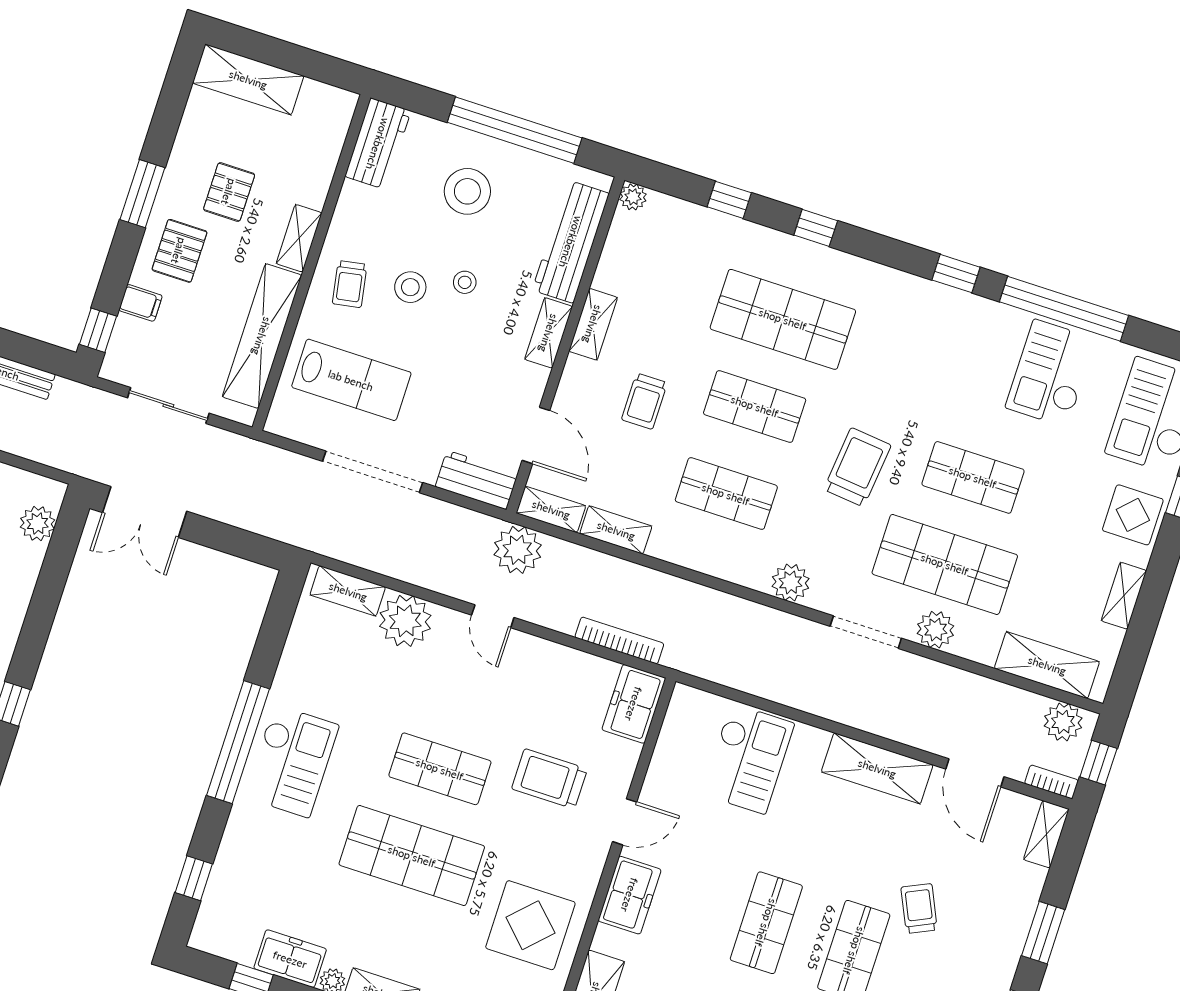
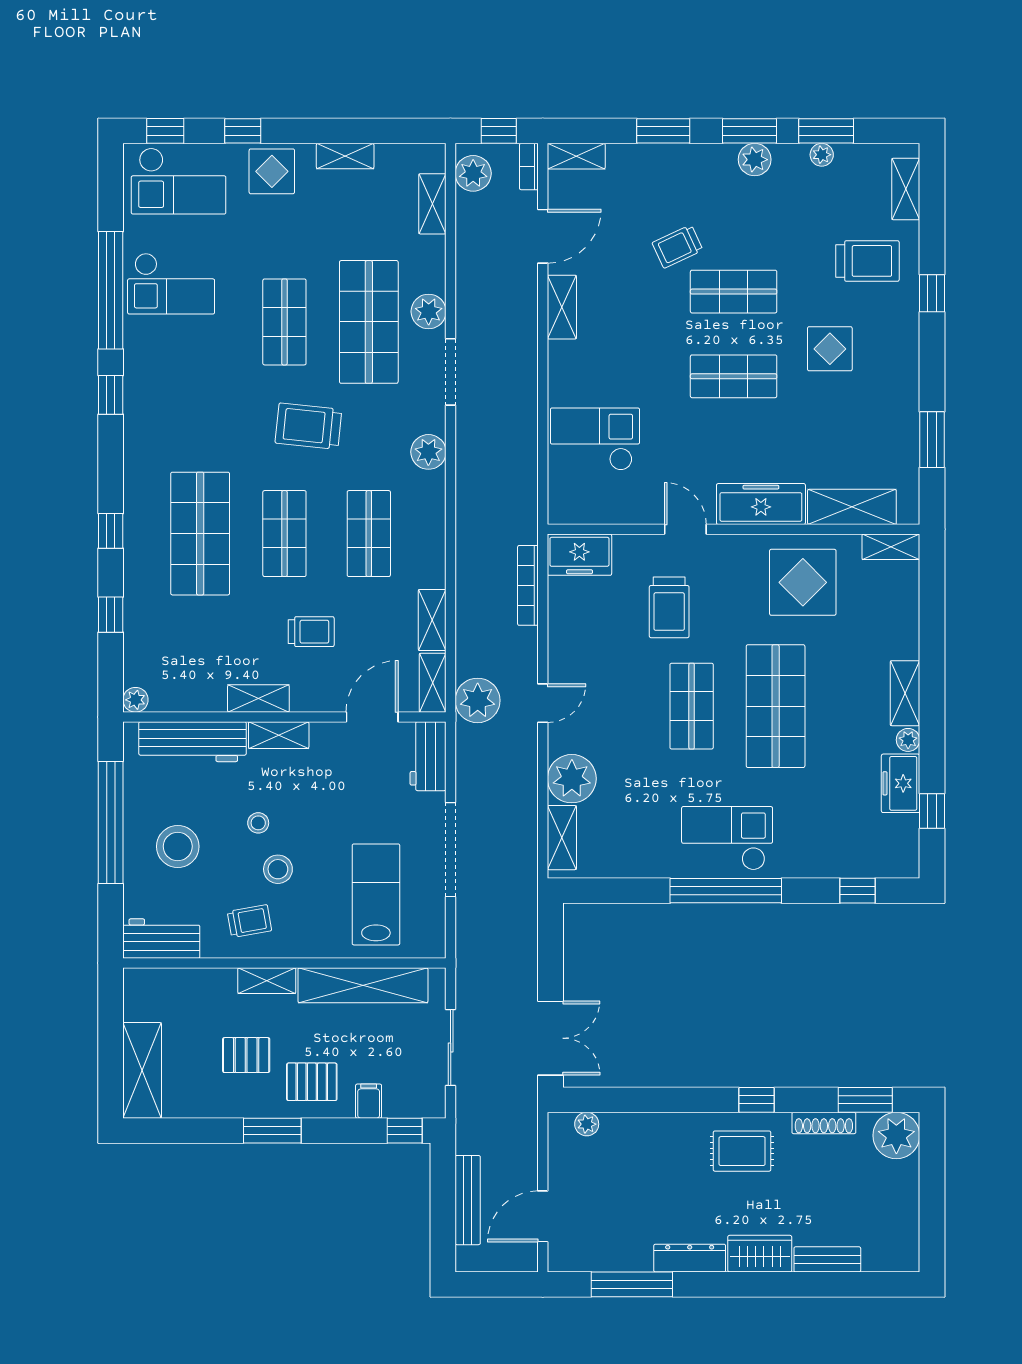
trolley: (350, 284) -> (249, 921), moved
plant: (38, 524) -> (587, 1124), width x0.73, depth x0.73
shelving: (1047, 665) -> (432, 204), width x0.67, depth x0.75
shelving: (877, 768) -> (562, 307), width x0.67, depth x0.75
freezer: (630, 895) -> (761, 504), width x1.40

